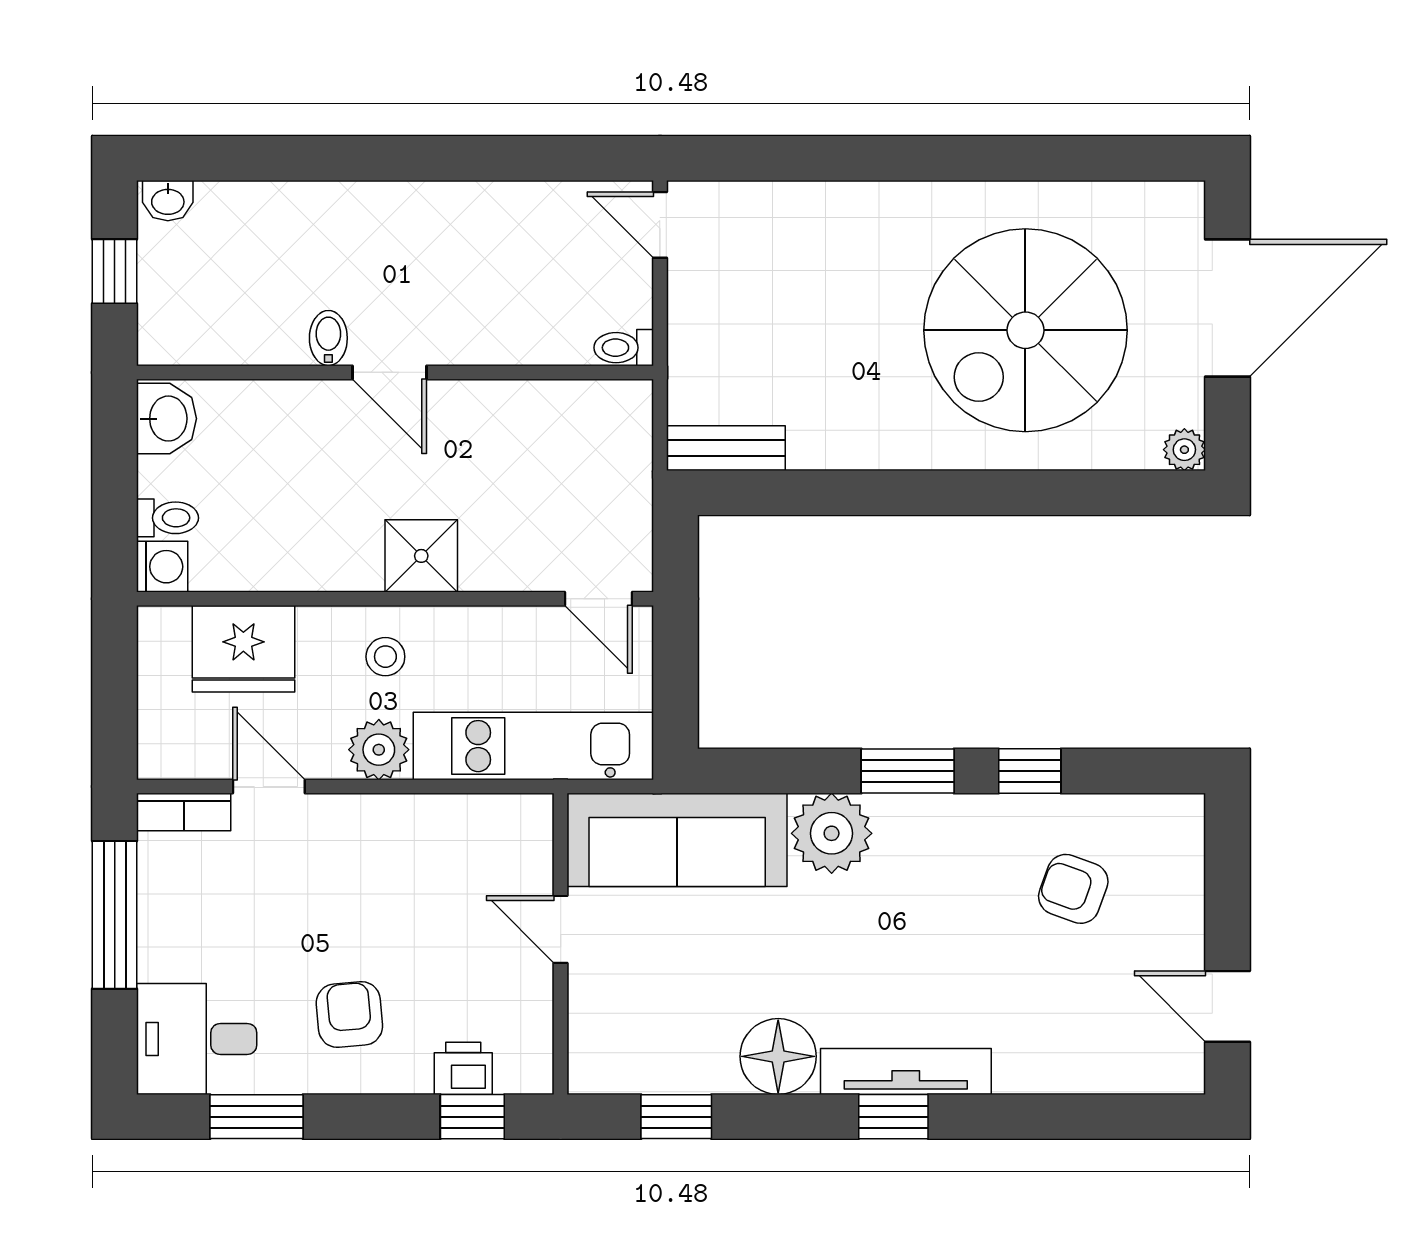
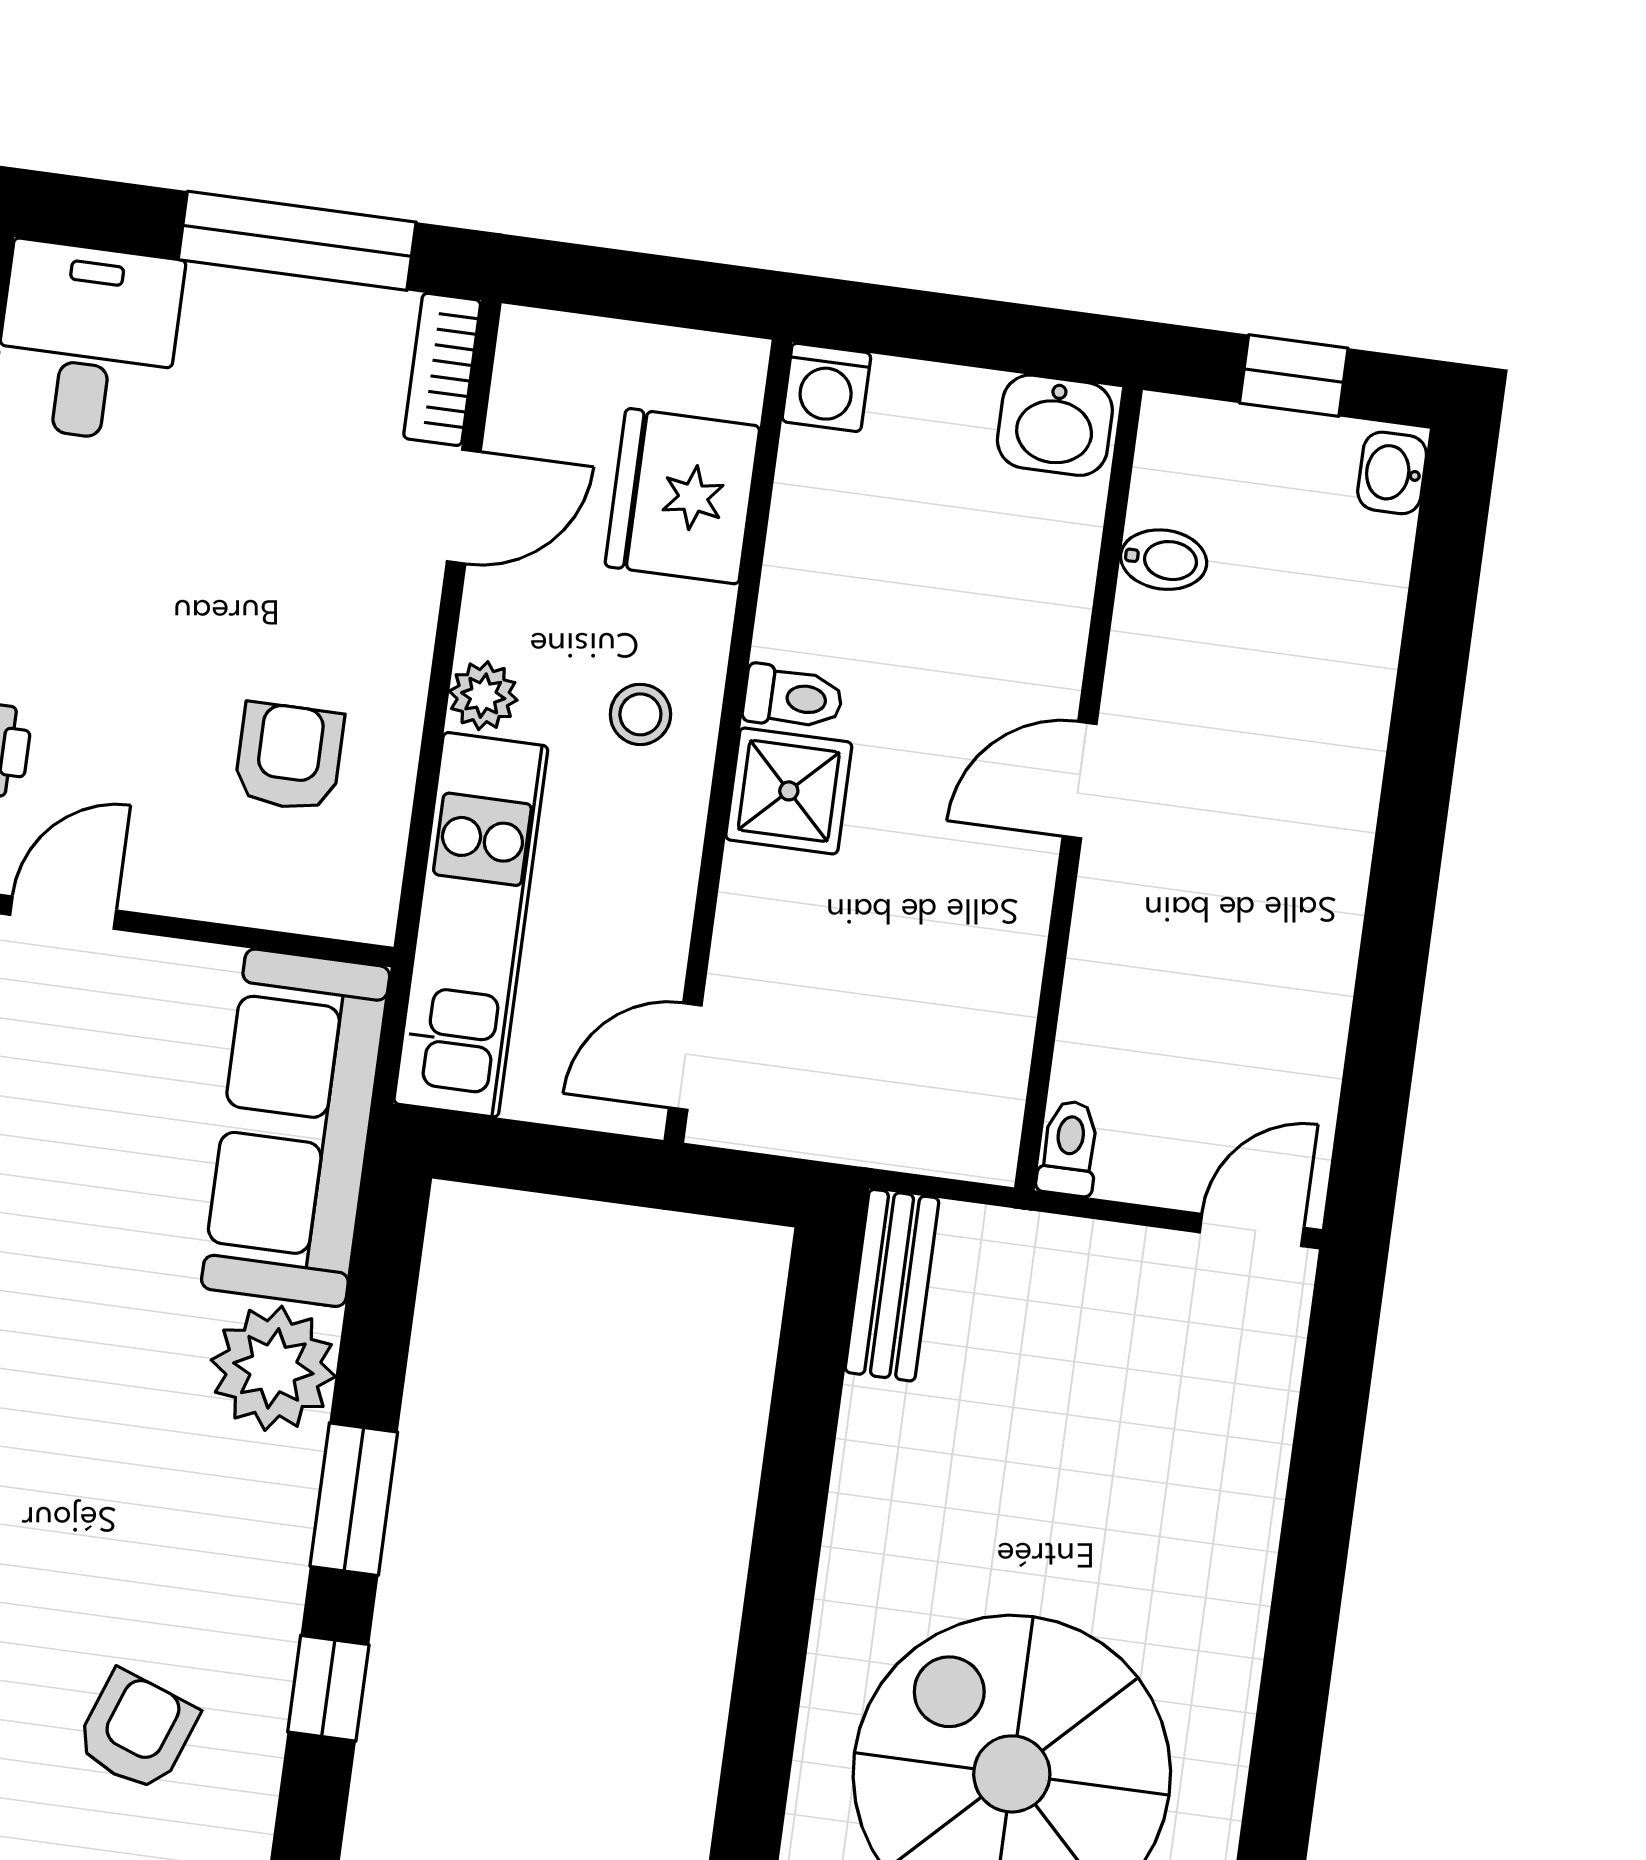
bidet: (328, 338) -> (1164, 560), moved
toilet: (167, 518) -> (793, 698), moved, turned -90
plant: (379, 750) -> (483, 696), width x0.73, depth x0.73
door: (561, 929) -> (63, 913), moved
armchair: (349, 1014) -> (289, 757), moved, turned -85

